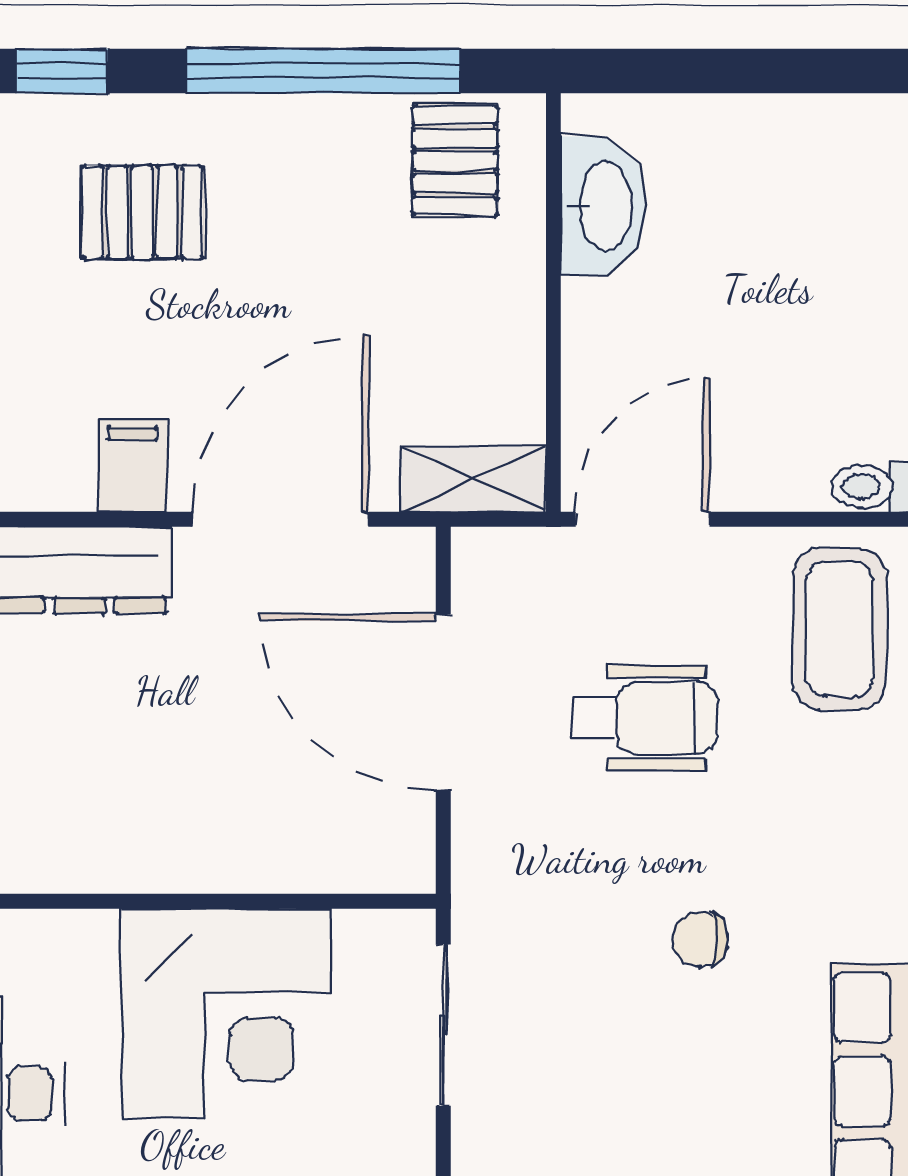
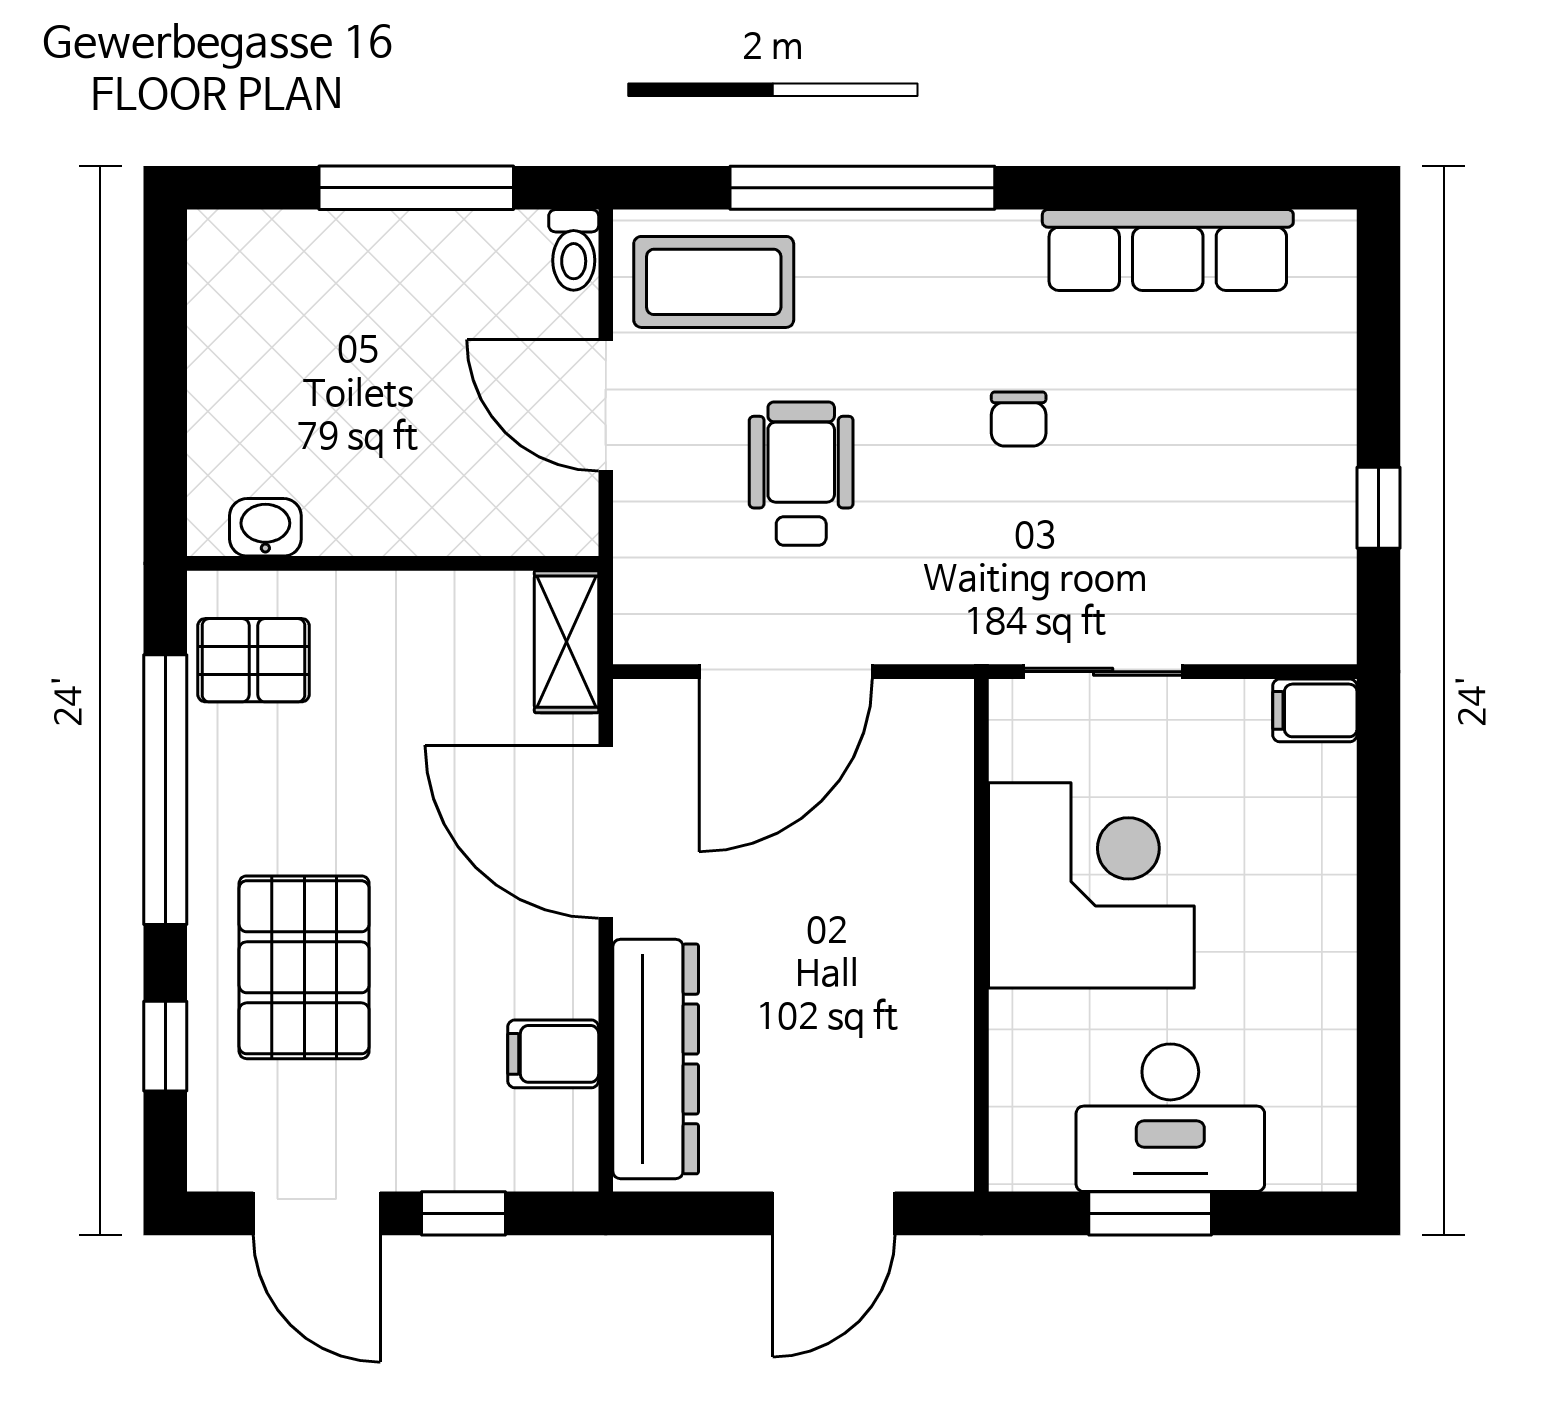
washbasin: (603, 206) -> (265, 527), width x0.52, depth x0.69
pallet: (142, 212) -> (304, 967), width x1.50, depth x1.42
filing cabinet: (133, 466) -> (553, 1054), moved
door: (643, 519) -> (606, 405), moved

